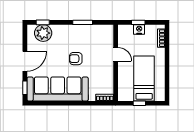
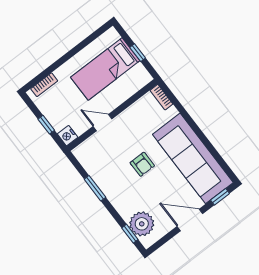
nightstand: (139, 29) -> (68, 136), moved
door: (116, 54) -> (102, 123), hinge flipped

